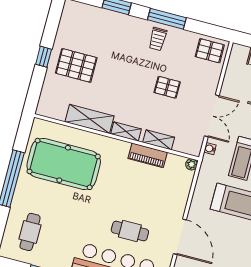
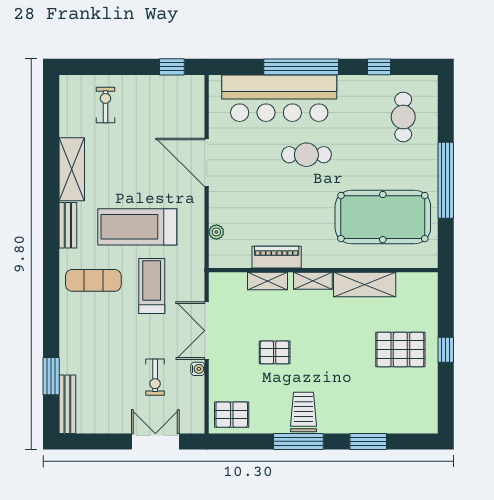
trolley: (158, 39) -> (303, 412), width x1.36, depth x1.39
water cooler: (210, 149) -> (198, 369), moved
plant: (192, 164) -> (216, 232), moved
cafe table: (130, 231) -> (306, 155), moved

